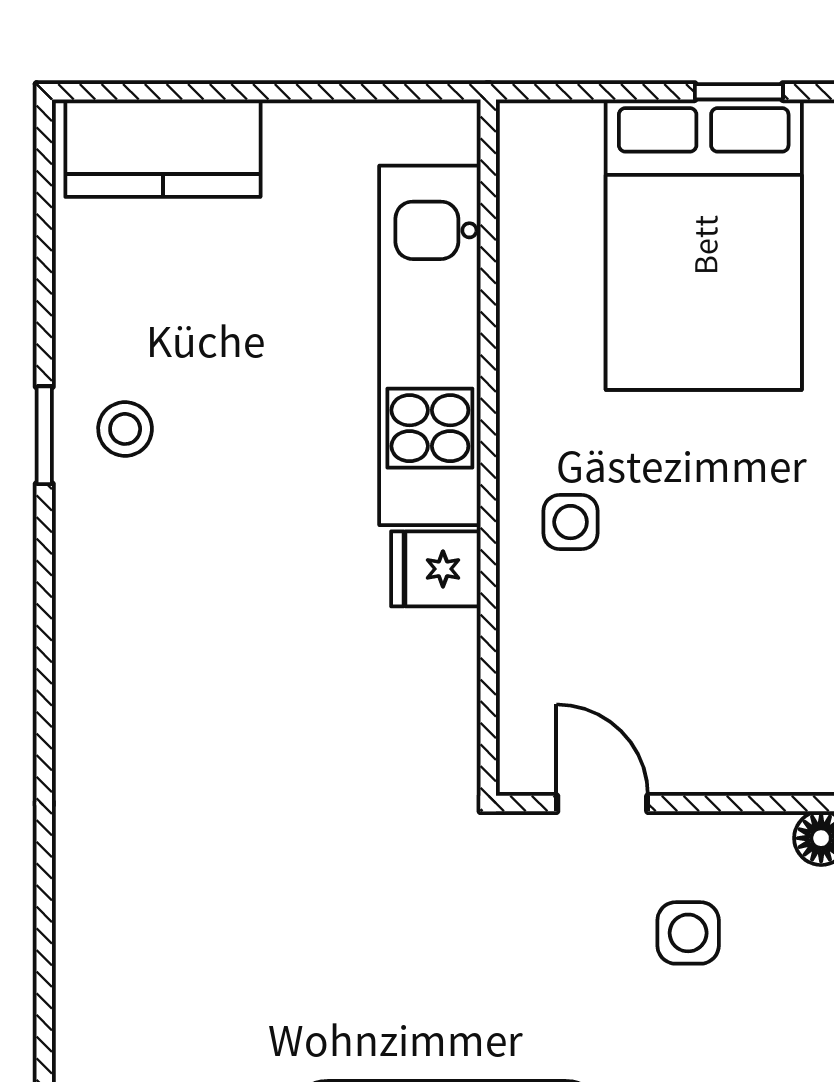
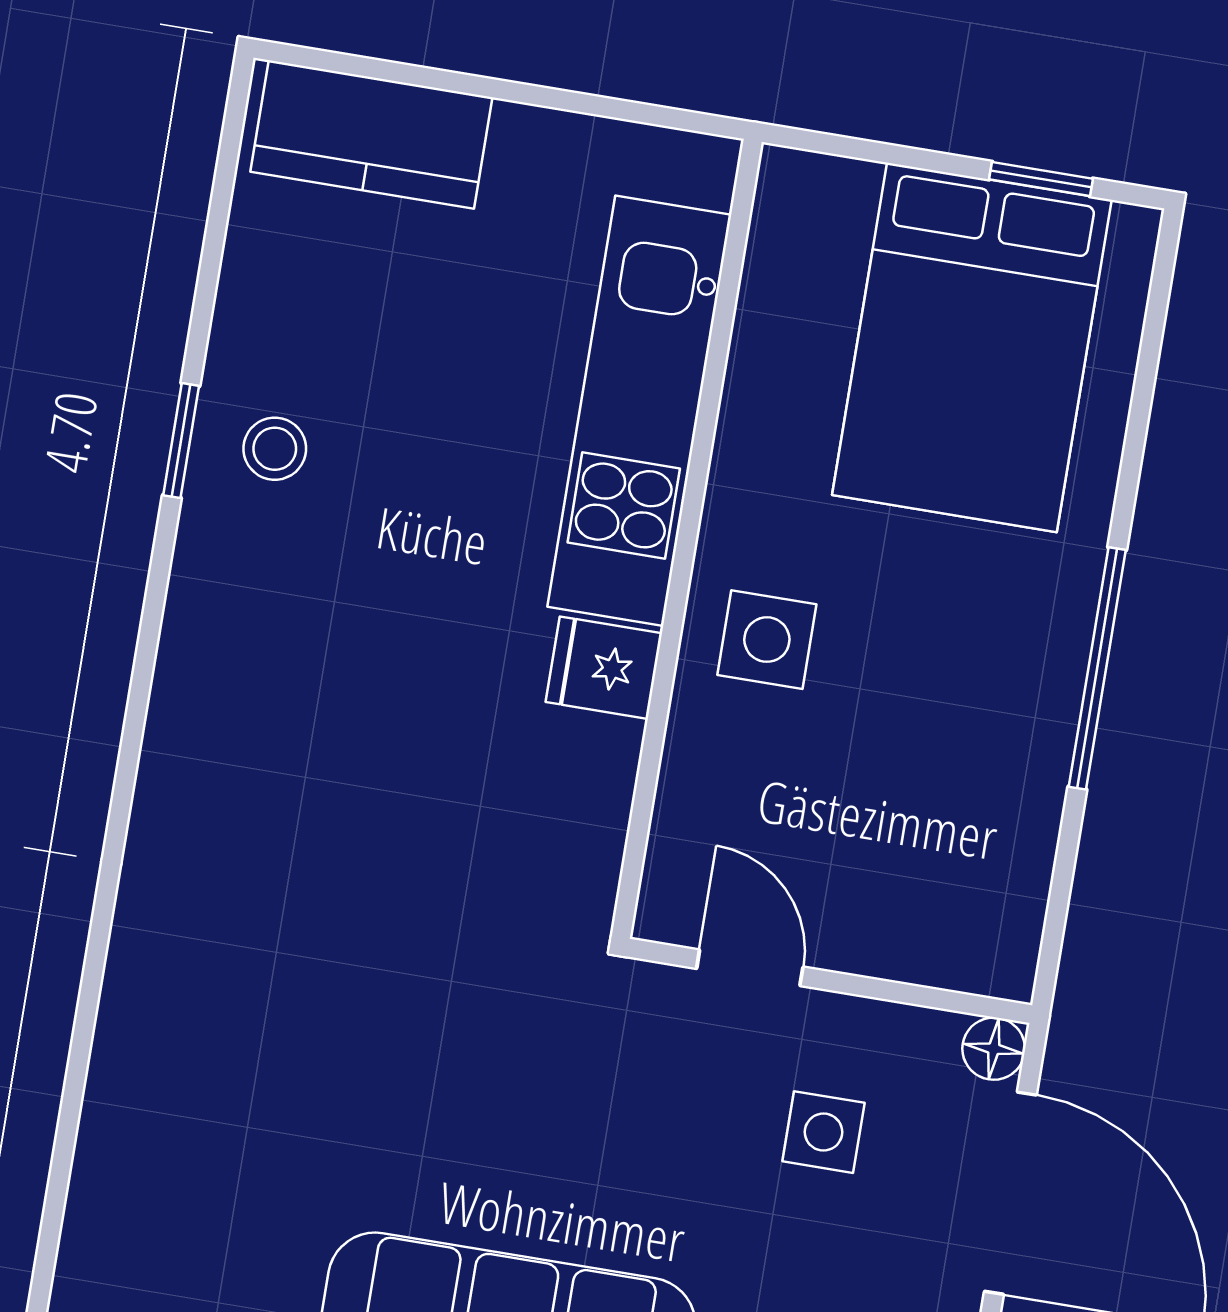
side table: (571, 522) -> (767, 640), width x1.37, depth x1.37

